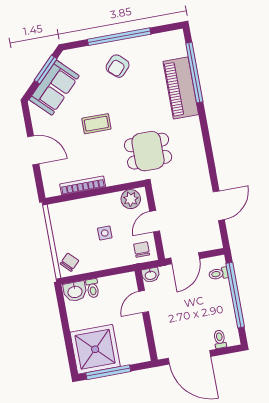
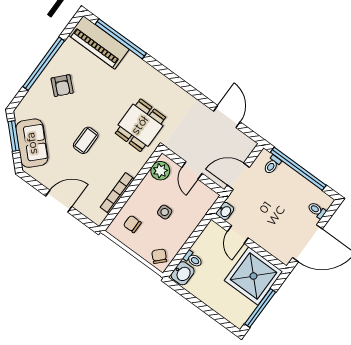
piano: (181, 88) -> (99, 42), moved
chair: (142, 249) -> (132, 224), moved
door: (185, 258) -> (238, 176), swing flipped
shower: (95, 349) -> (253, 276), moved

